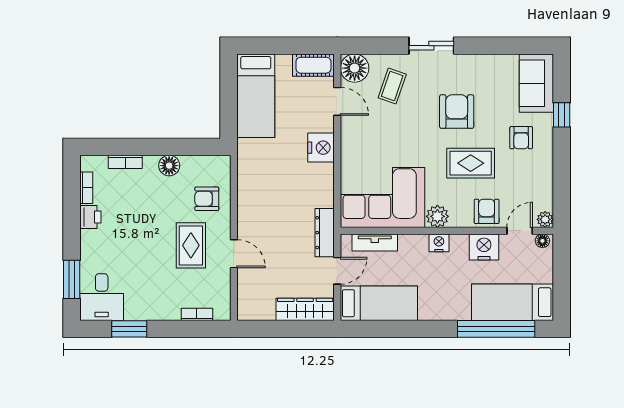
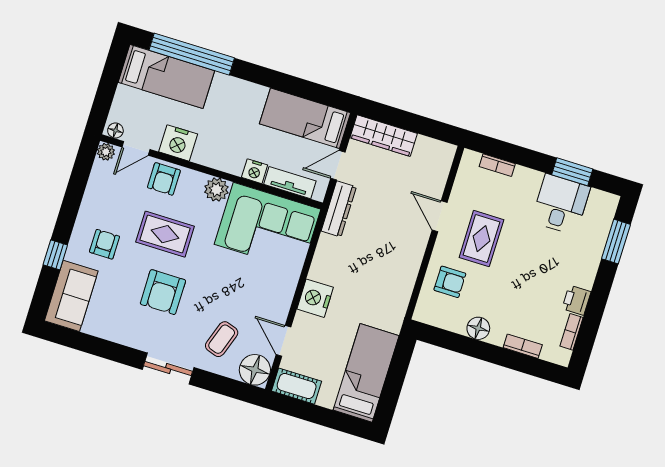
nightstand: (439, 243) -> (255, 171), moved
desk: (102, 297) -> (561, 204), moved

